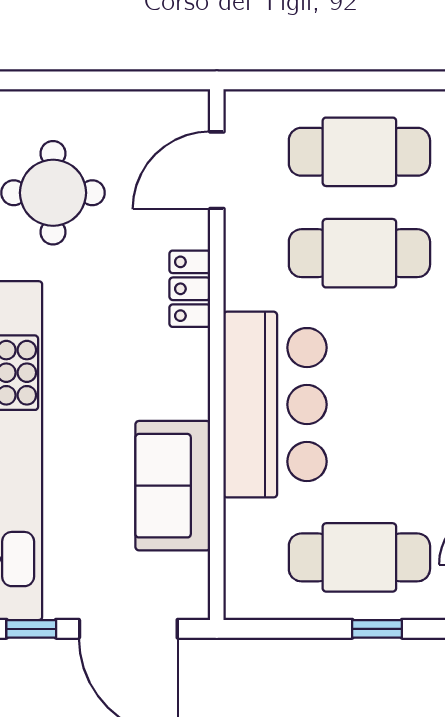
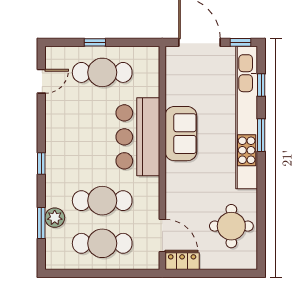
door: (217, 170) -> (162, 236), hinge flipped
locker: (190, 289) -> (182, 261), moved, turned -90
sofa: (173, 486) -> (181, 134), moved

